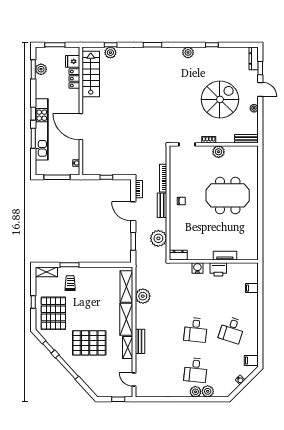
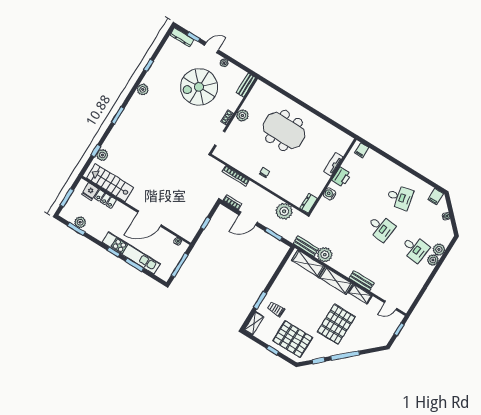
spiral stairs: (220, 99) -> (199, 87), turned -90
meeting table: (228, 195) -> (284, 130), turned 90
bench: (162, 205) -> (306, 246), moved
filing cabinet: (252, 288) -> (362, 150), moved
desk: (232, 330) -> (400, 197), turned -30

